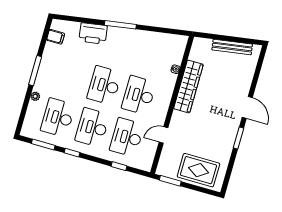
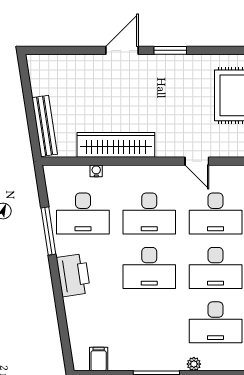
window: (120, 25) -> (48, 231), moved
printer: (93, 33) -> (73, 275), moved
bench: (232, 47) -> (45, 126), moved
desk: (151, 53) -> (83, 213), added

